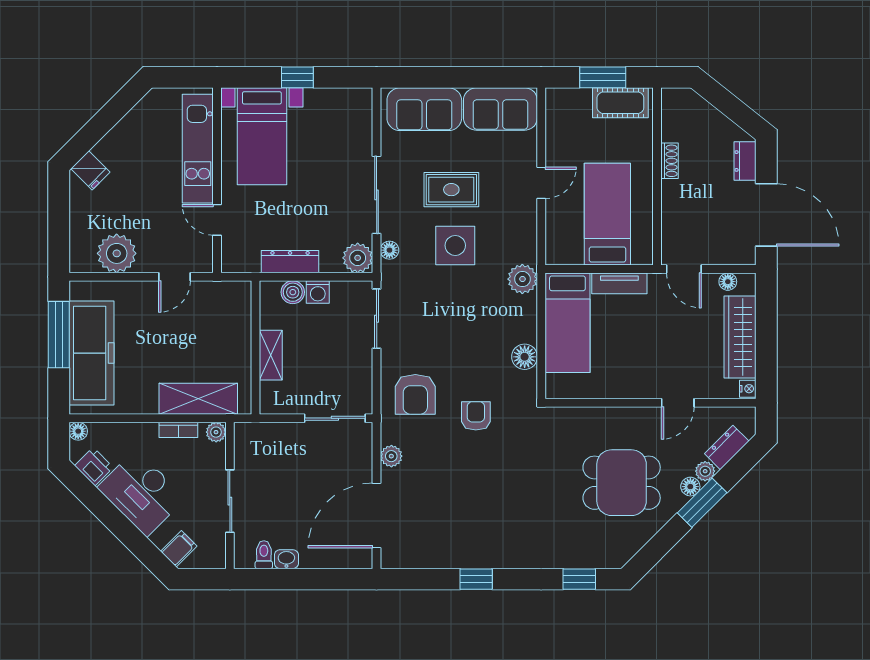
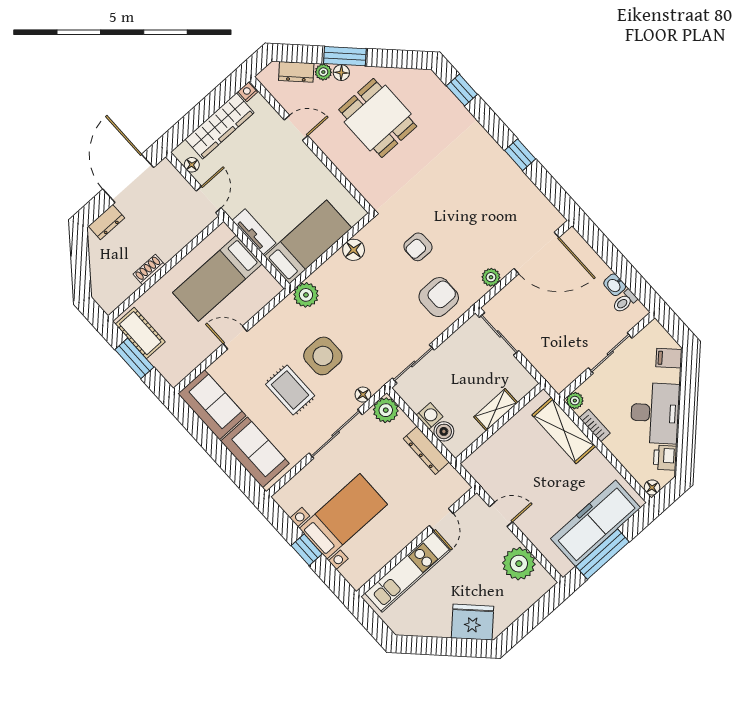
bed with nightstands: (262, 136) -> (343, 516), moved
fridge: (90, 170) -> (472, 622), width x1.88, depth x1.34

